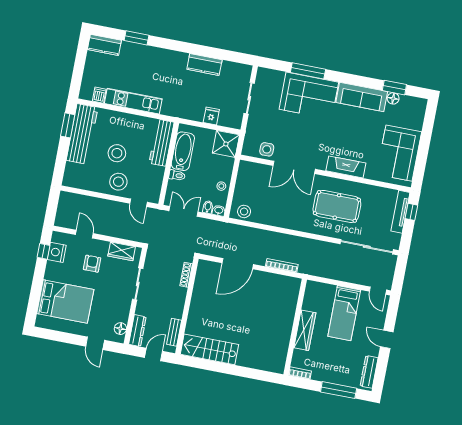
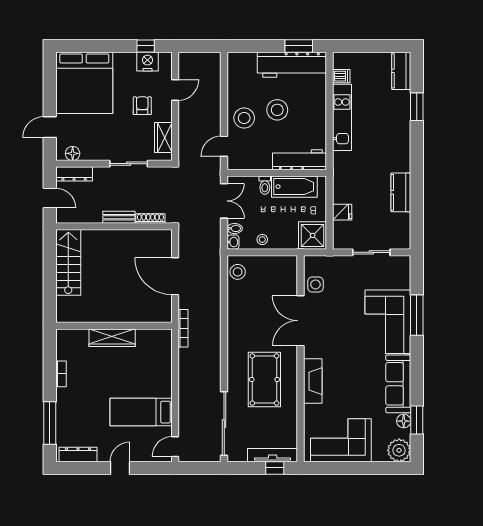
plant: (416, 107) -> (399, 450), added
armchair: (92, 264) -> (142, 106), turned -90
bed: (65, 302) -> (84, 83), width x1.36
wall: (295, 327) -> (114, 326), moved
wardrobe: (305, 330) -> (112, 338), moved
bench: (174, 332) -> (119, 217), moved

